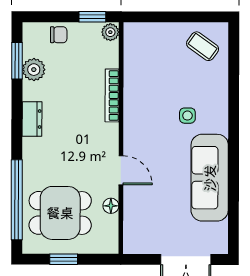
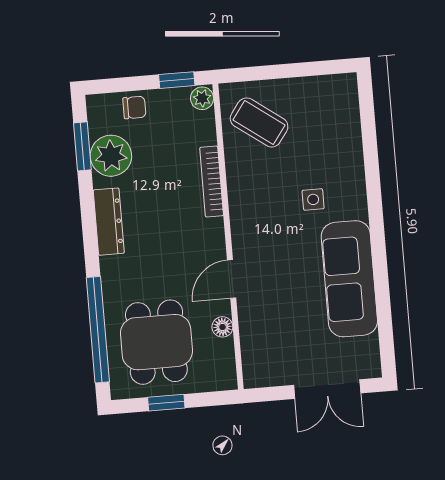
coffee table: (203, 46) -> (259, 122), moved, width x1.36, depth x1.30
plant: (34, 70) -> (111, 156), width x1.36, depth x1.36
dresser: (32, 119) -> (109, 222), width x1.44
door: (121, 170) -> (232, 279), swing flipped
dining table: (60, 213) -> (156, 342), turned 90

